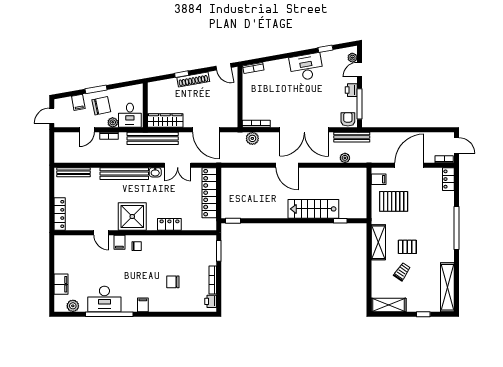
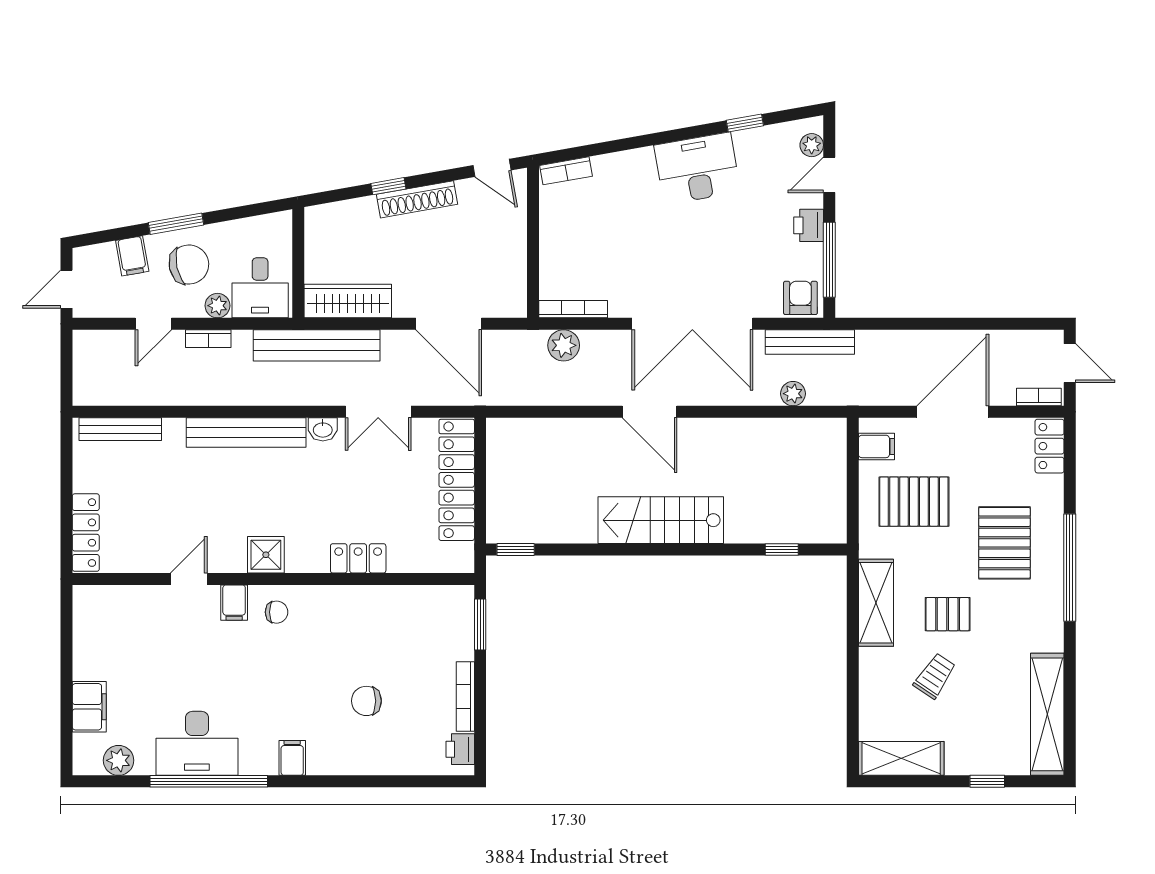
stairs: (313, 209) -> (661, 520), moved
shower: (132, 217) -> (266, 555), width x0.54, depth x0.54
pallet: (430, 218) -> (1004, 543), added
door: (101, 233) -> (189, 579), swing flipped

